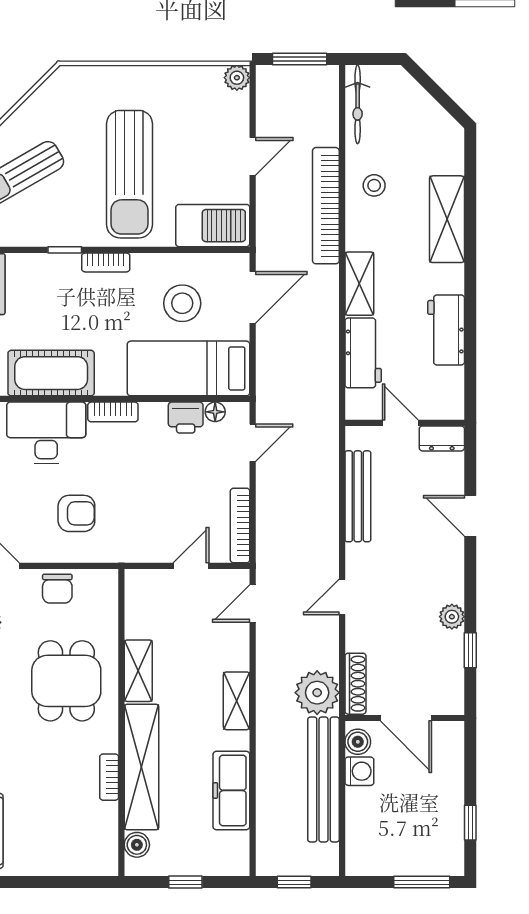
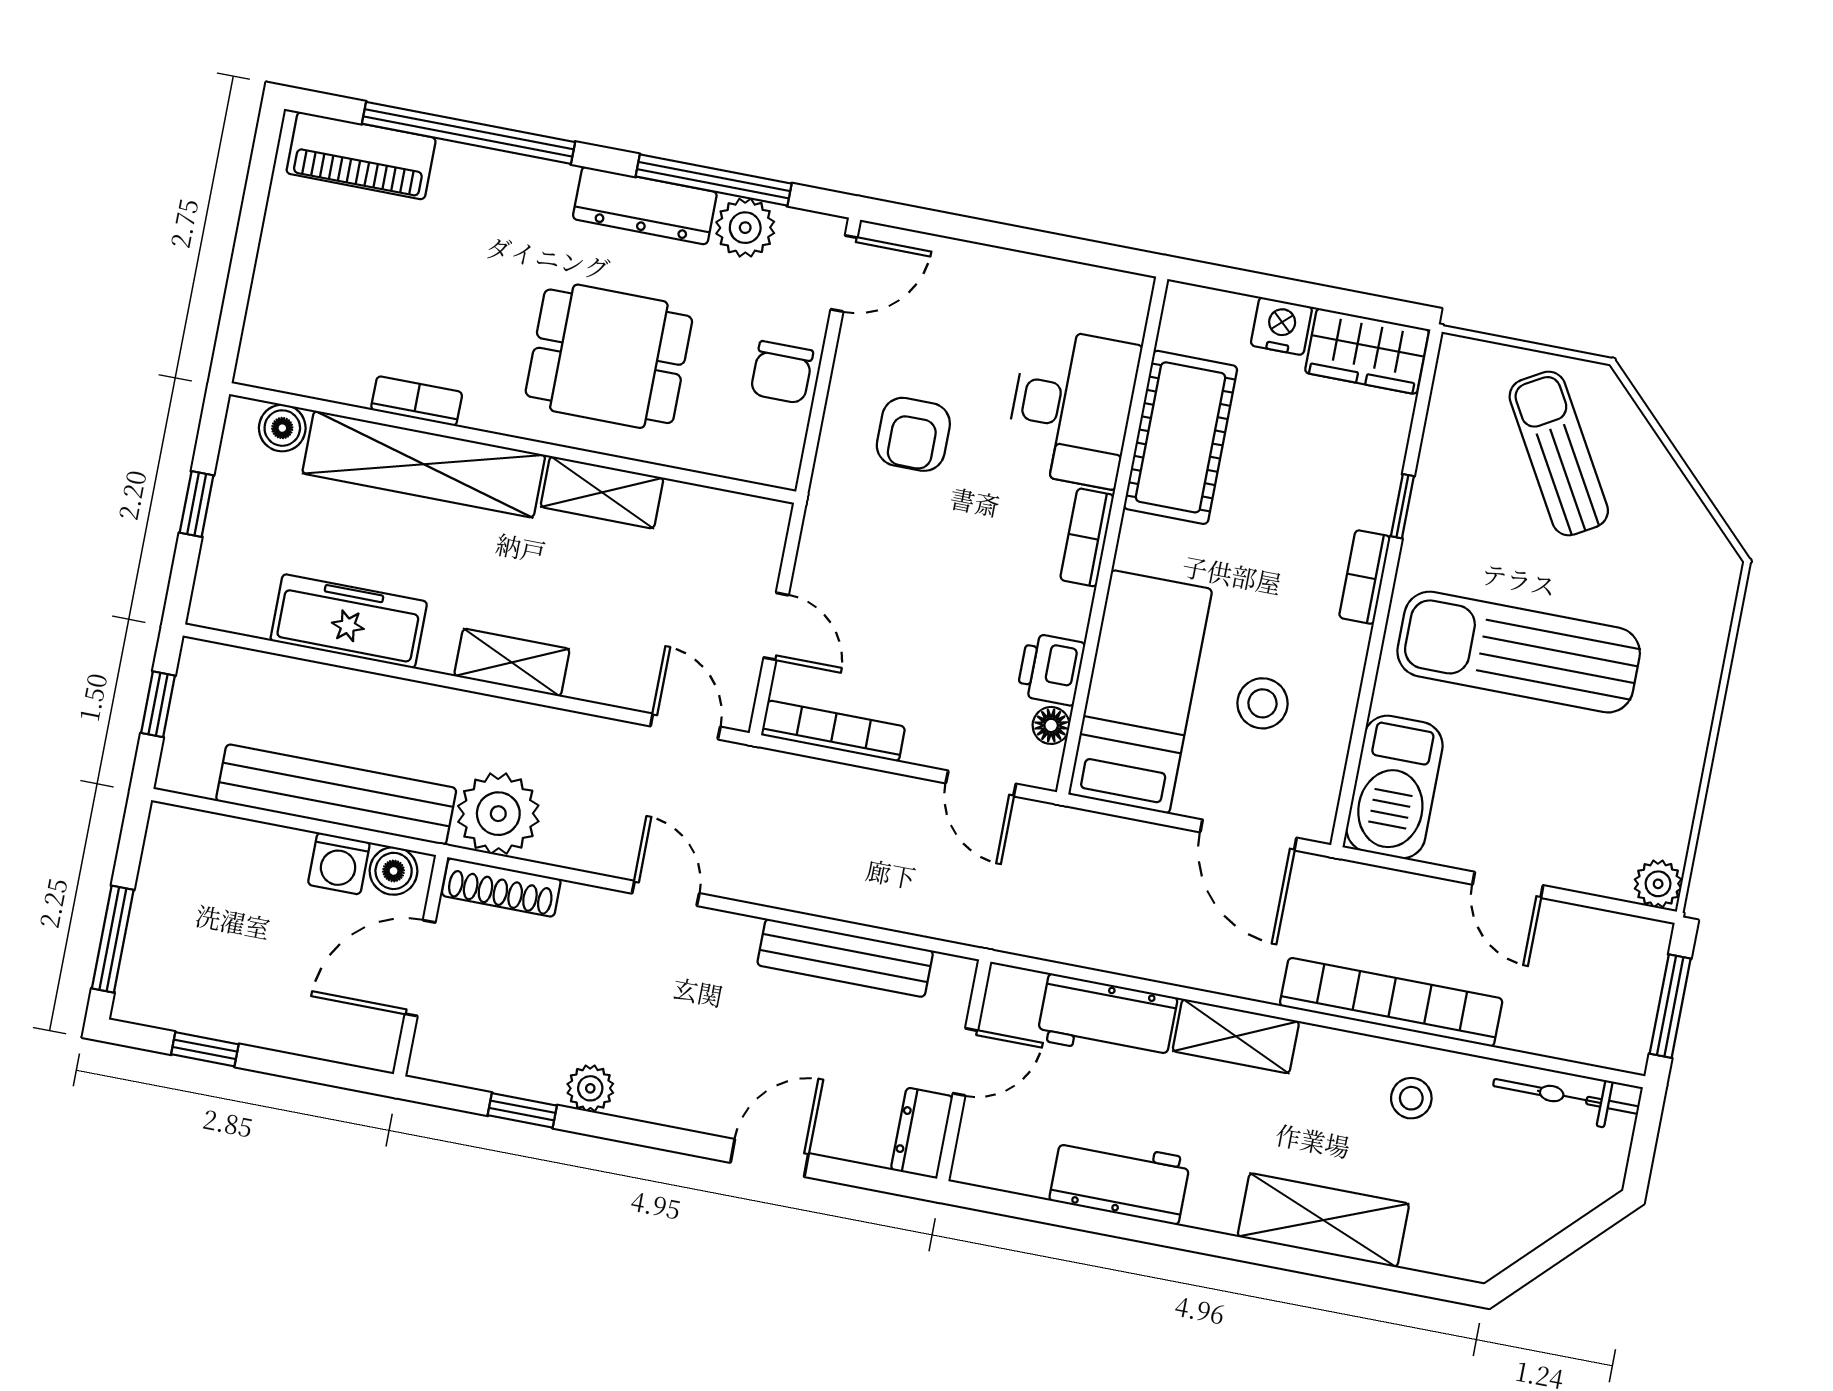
stool: (182, 303) -> (1262, 703), width x0.73, depth x0.73
chair: (57, 589) -> (782, 372), turned -90

